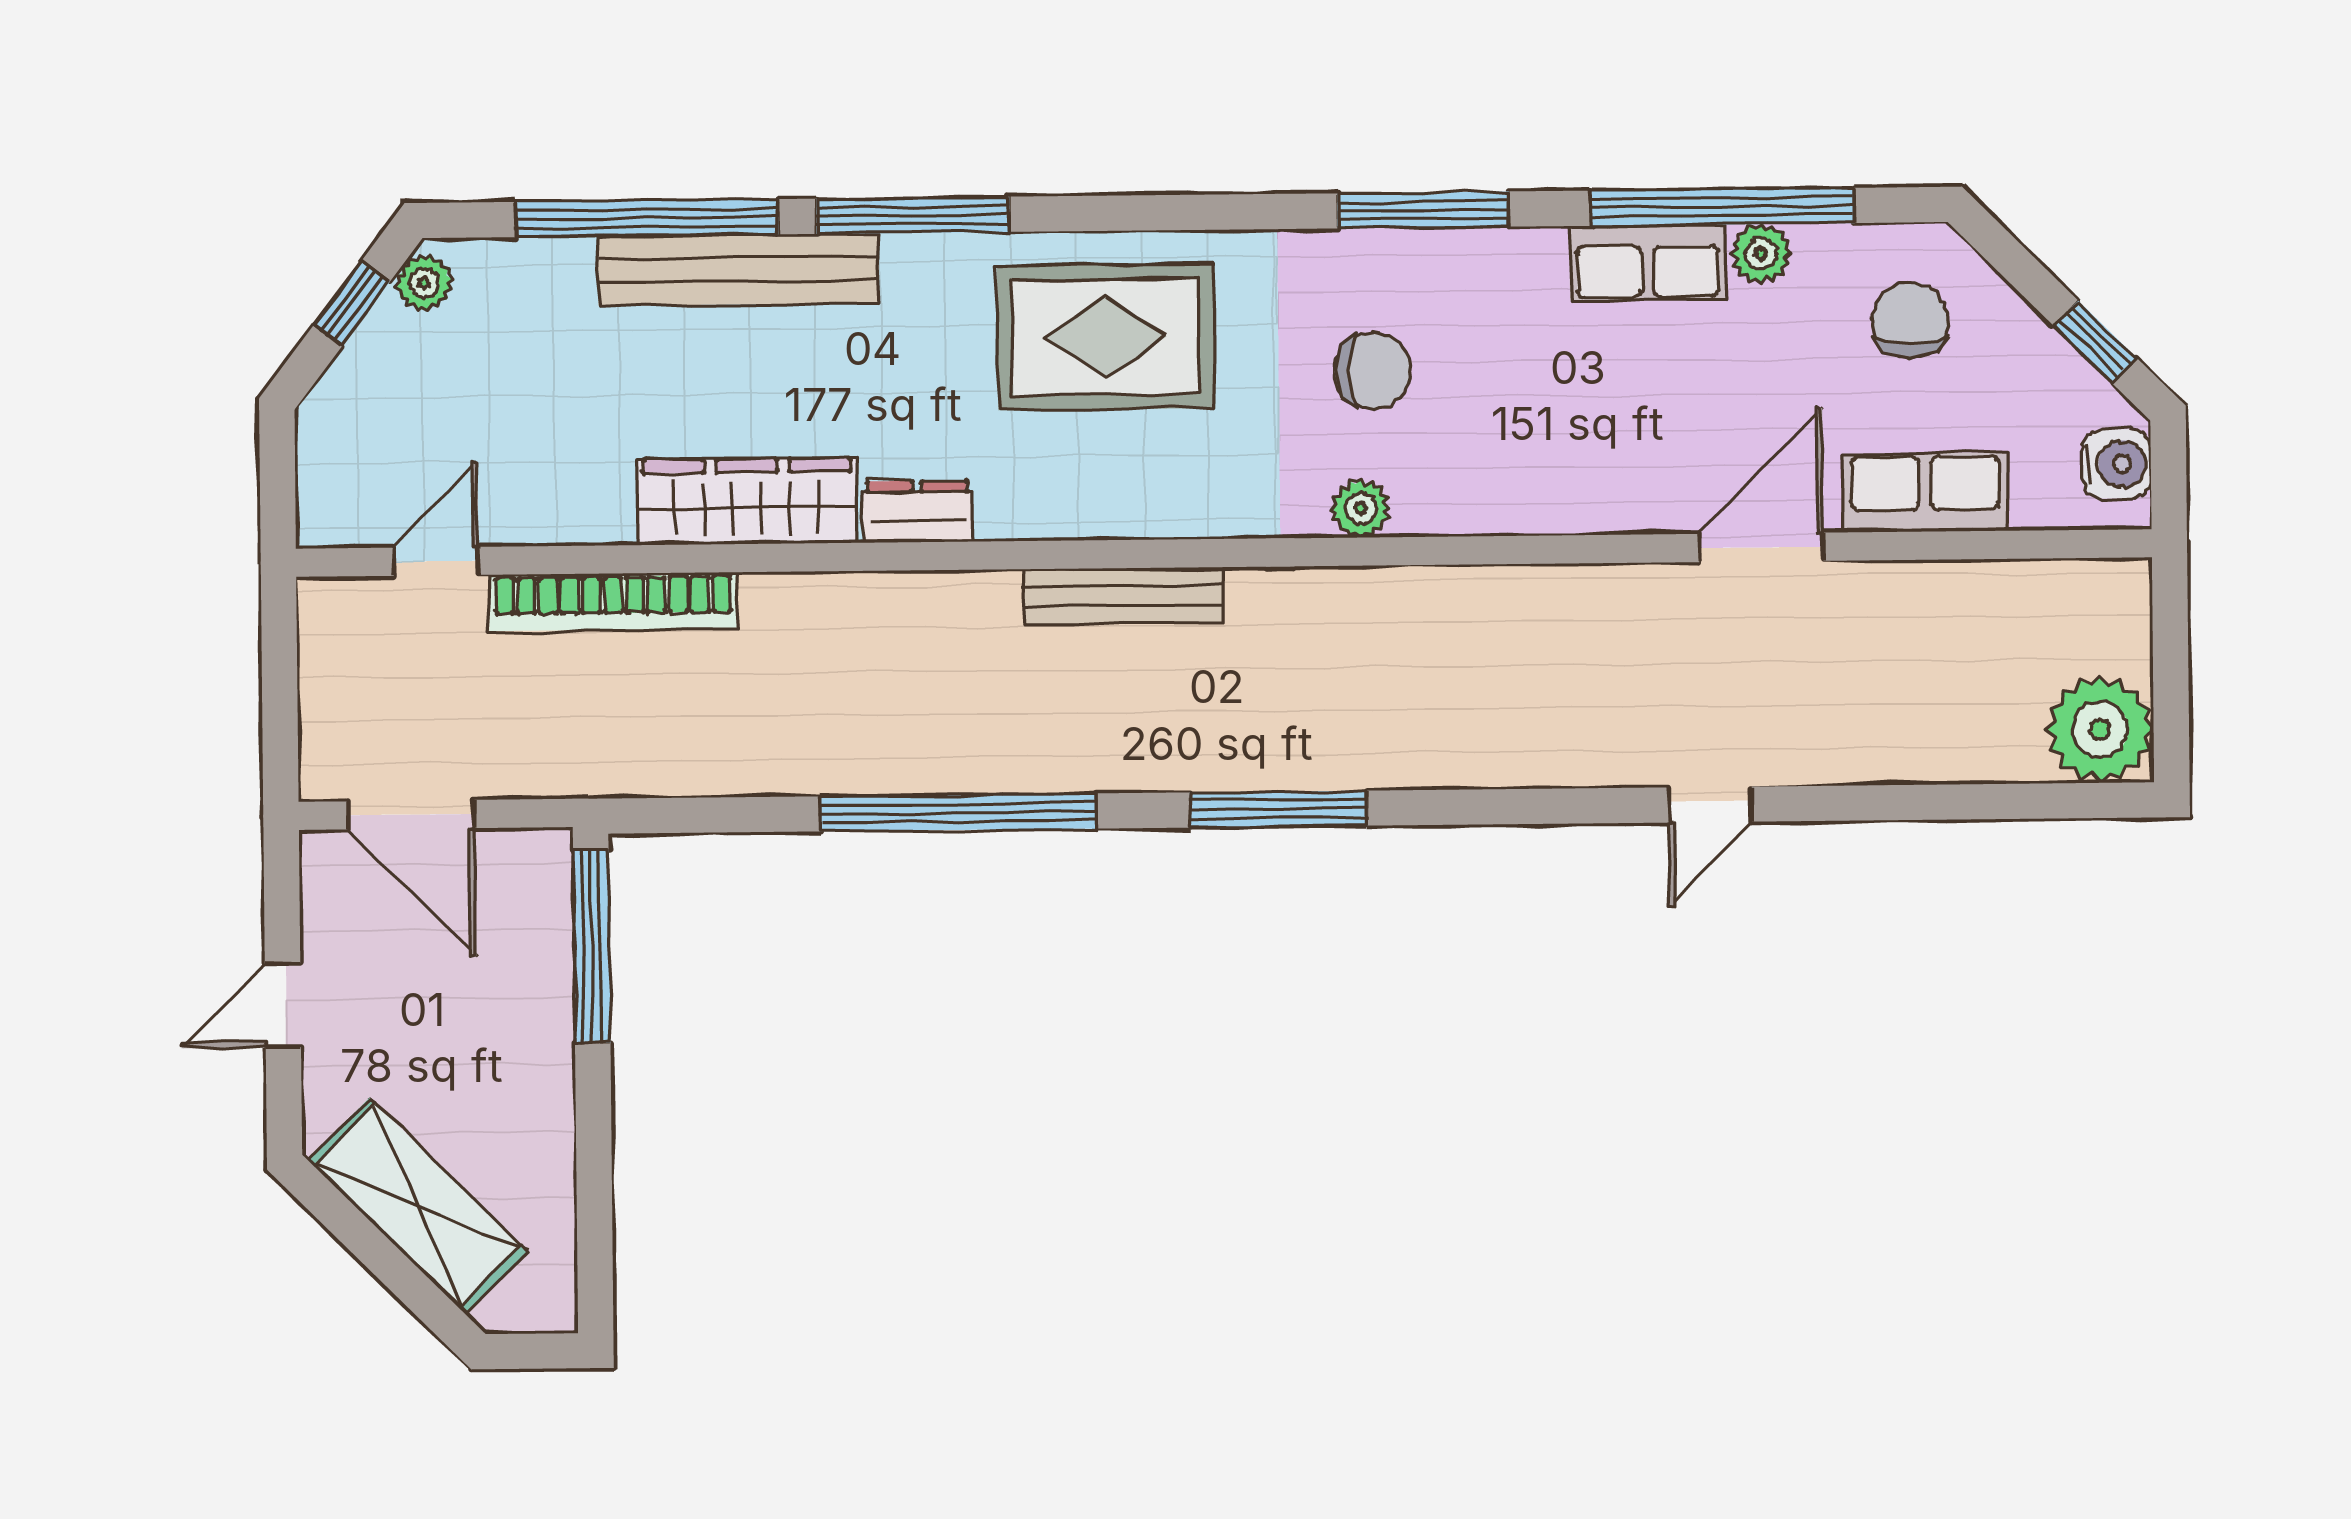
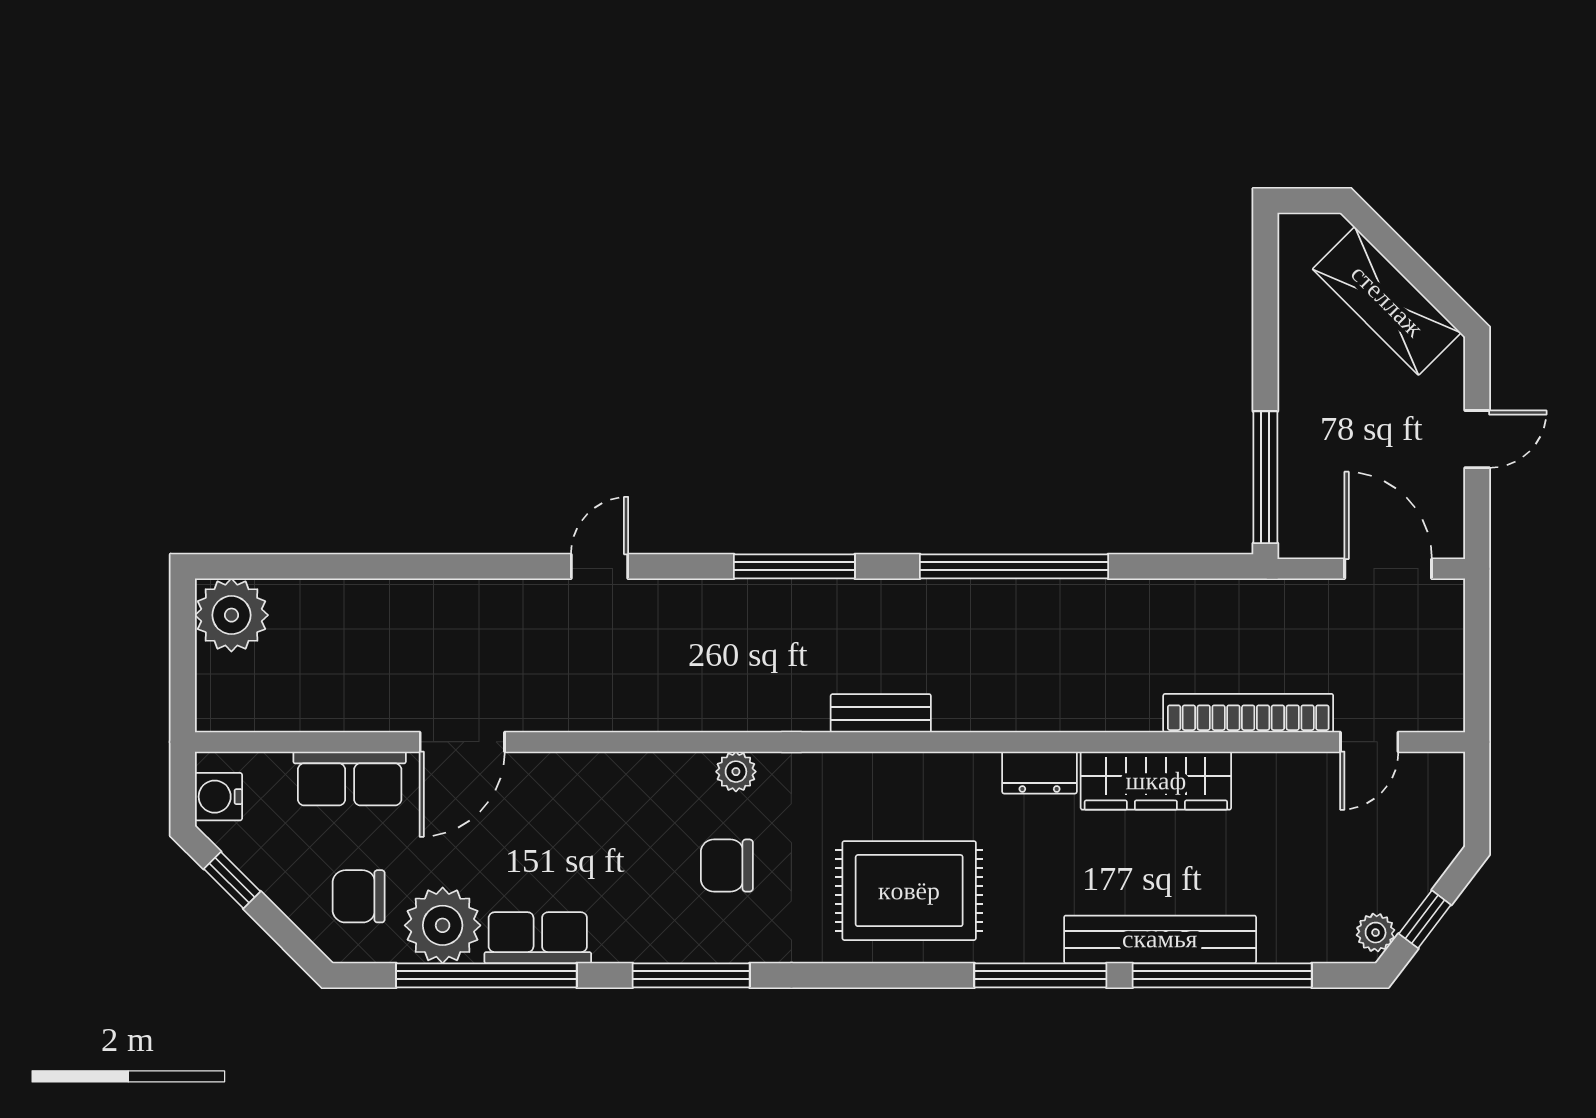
plant: (1761, 254) -> (443, 925), width x1.87, depth x1.87
chair: (1910, 320) -> (359, 896), turned 90
bench: (1123, 596) -> (881, 713), width x0.73
door: (1710, 805) -> (600, 566), moved

